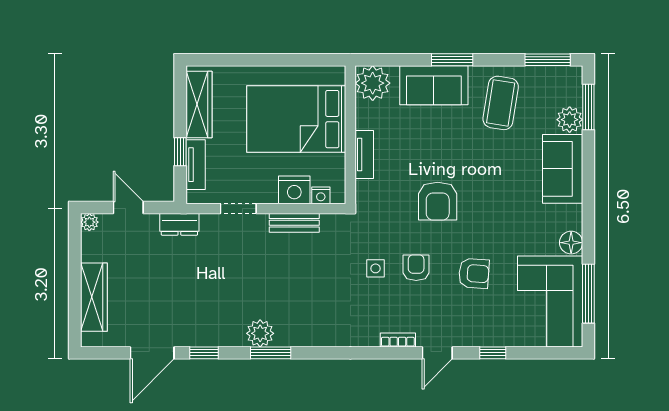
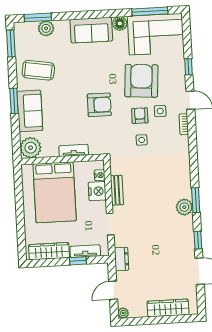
sofa: (563, 169) -> (91, 30), moved
armchair: (416, 268) -> (140, 116), turned 90
armchair: (474, 273) -> (141, 81), width x1.88, depth x1.88
side table: (422, 302) -> (160, 111), added

